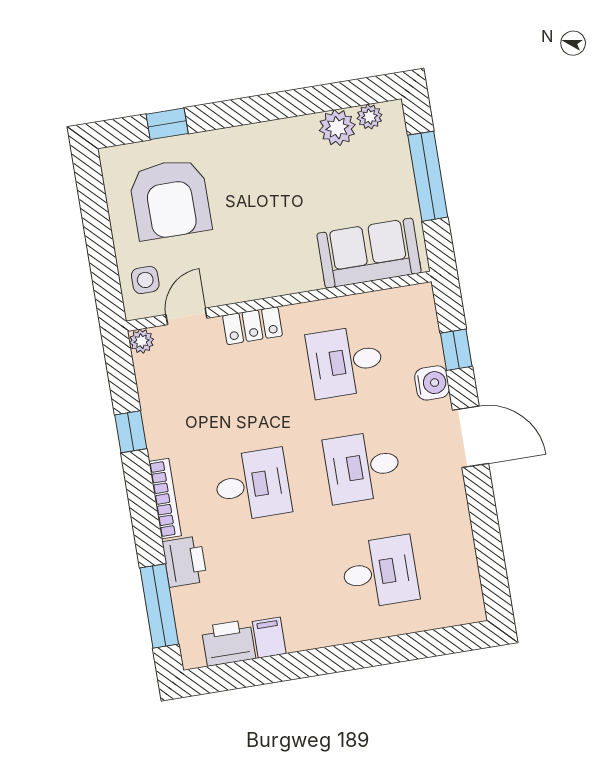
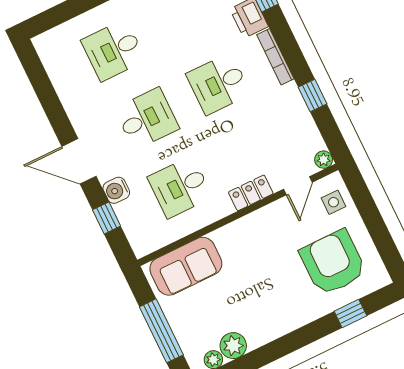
desk: (345, 362) -> (180, 187), turned 180

